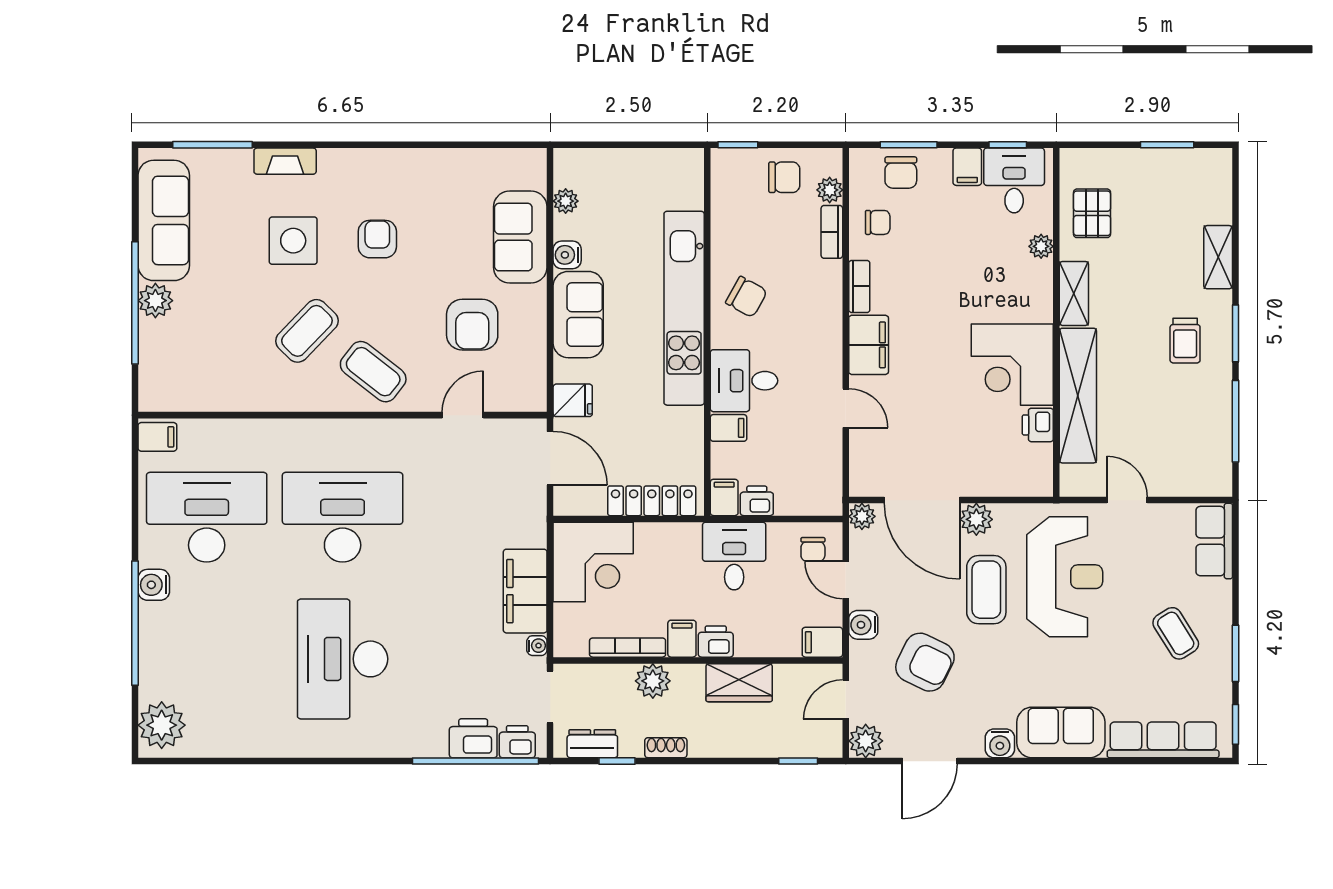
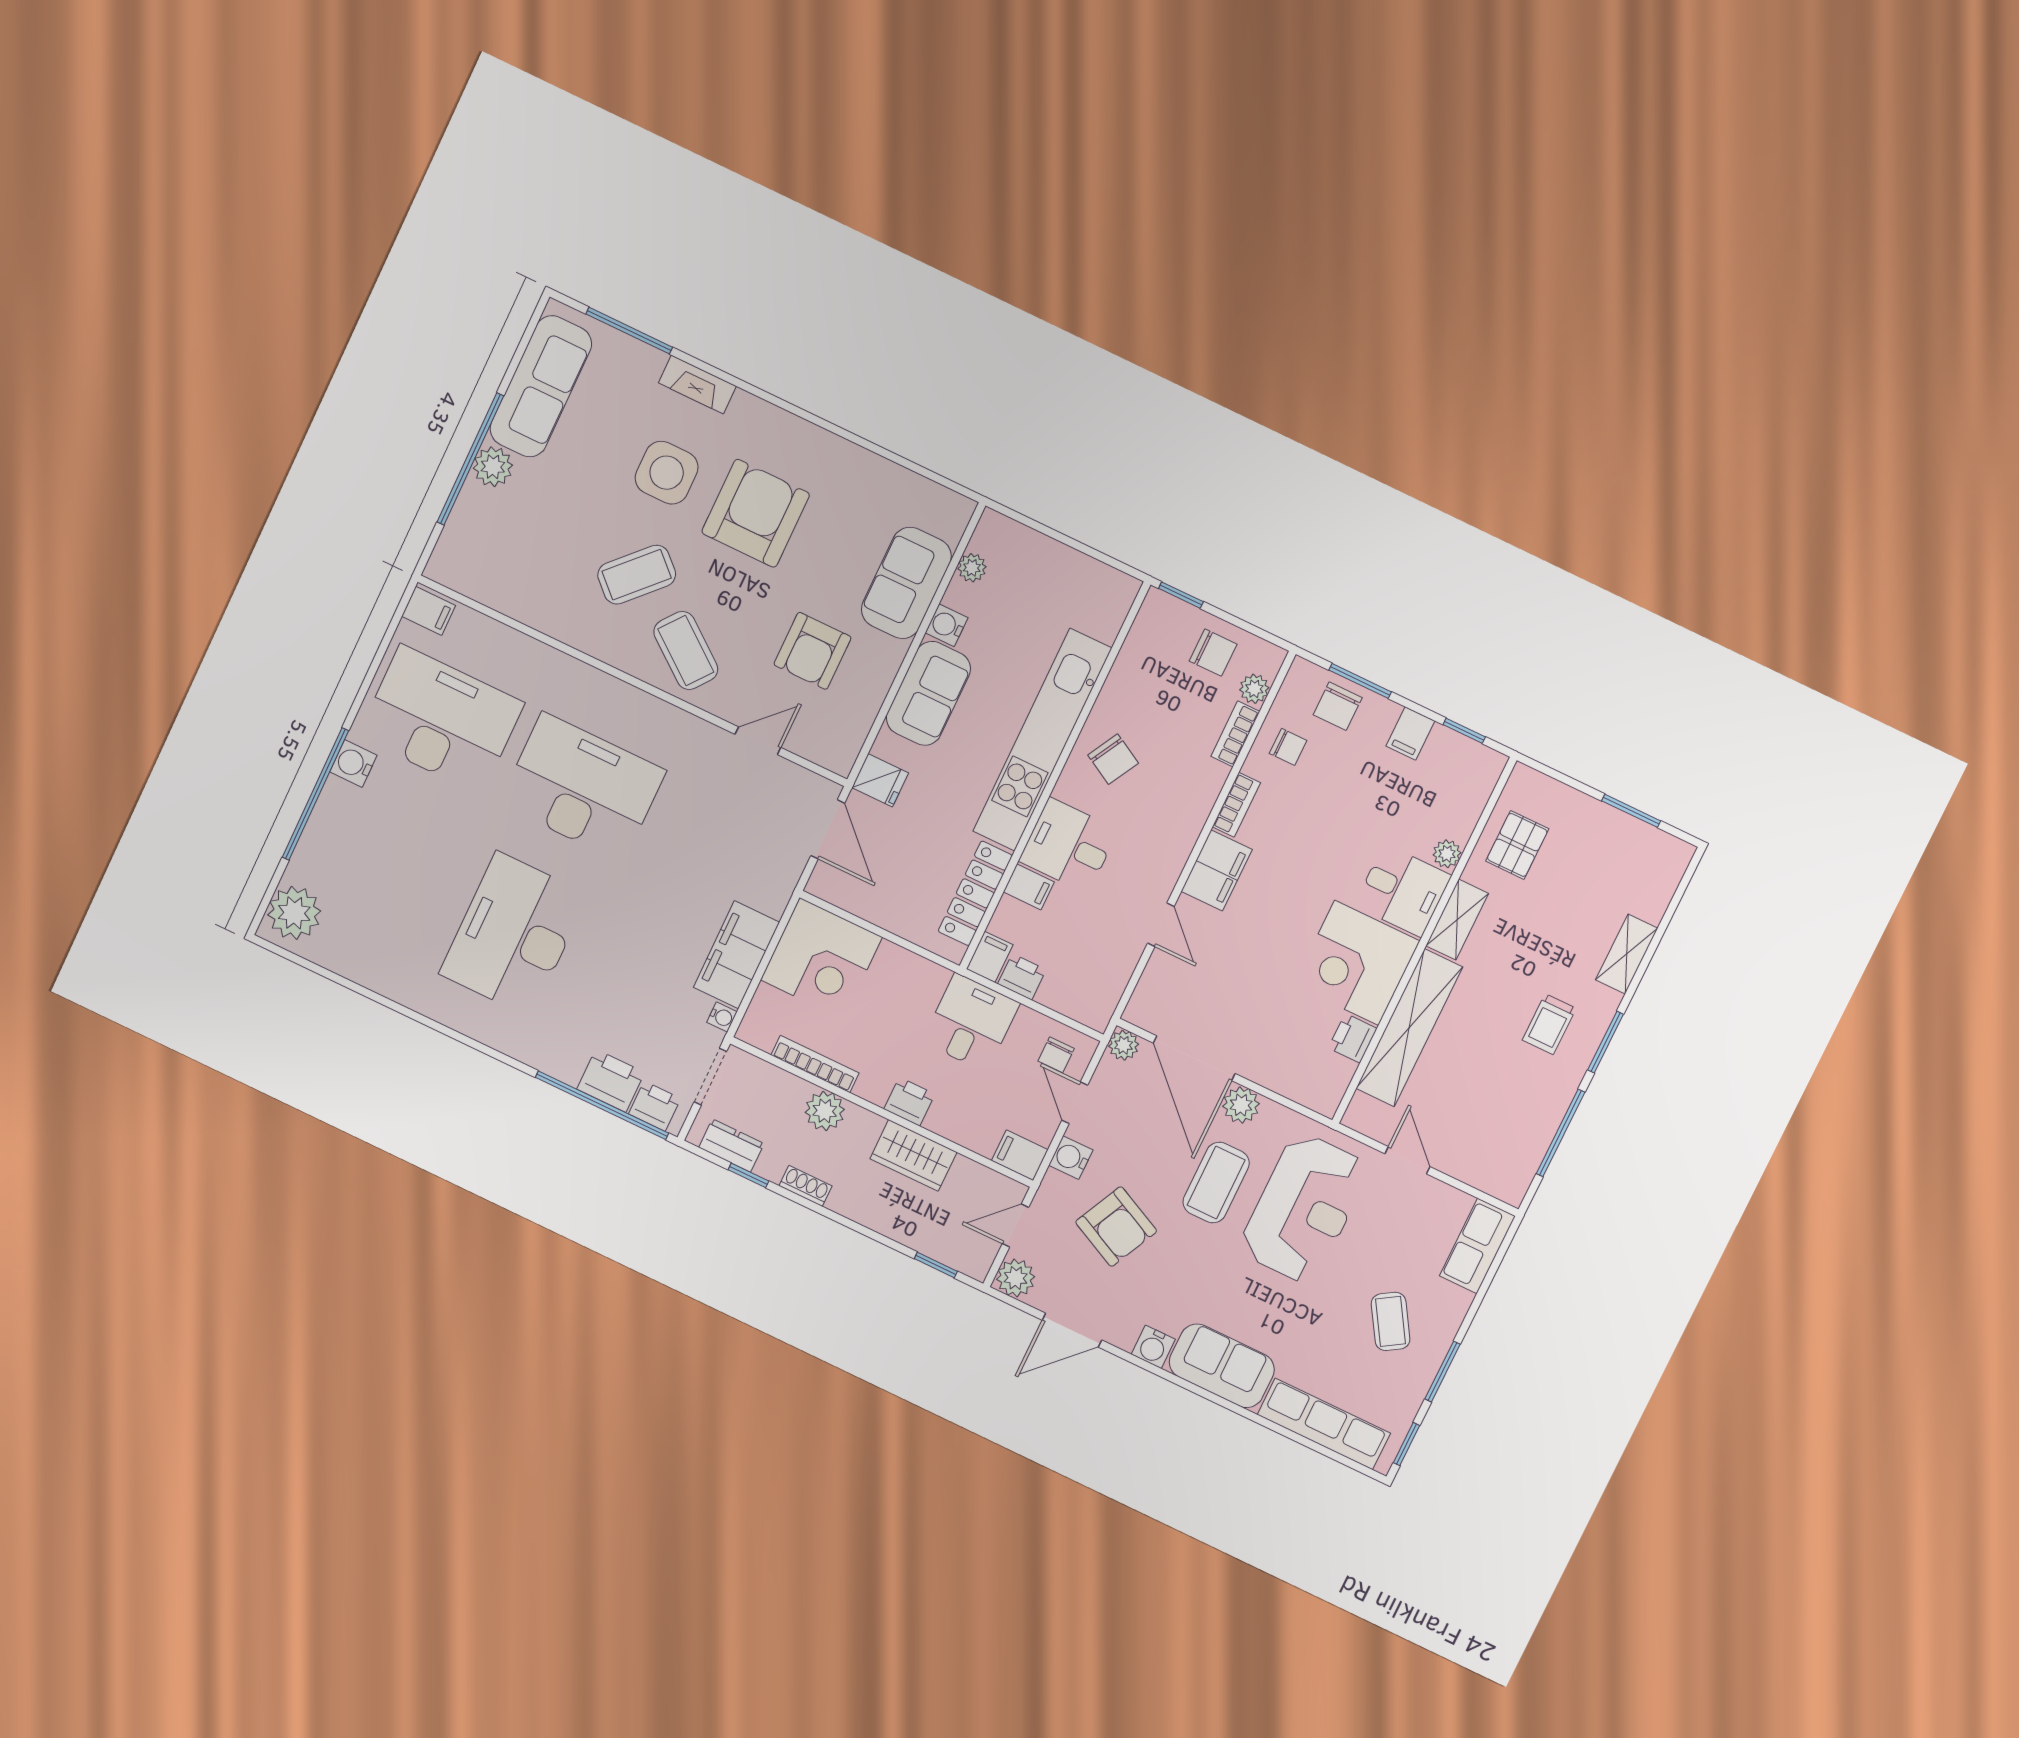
desk: (1014, 180) -> (1403, 890), moved, turned 90
armchair: (377, 239) -> (756, 513), width x1.88, depth x1.88
locker: (652, 501) -> (975, 893), moved, turned -90
filing cabinet: (682, 639) -> (876, 1082), removed

